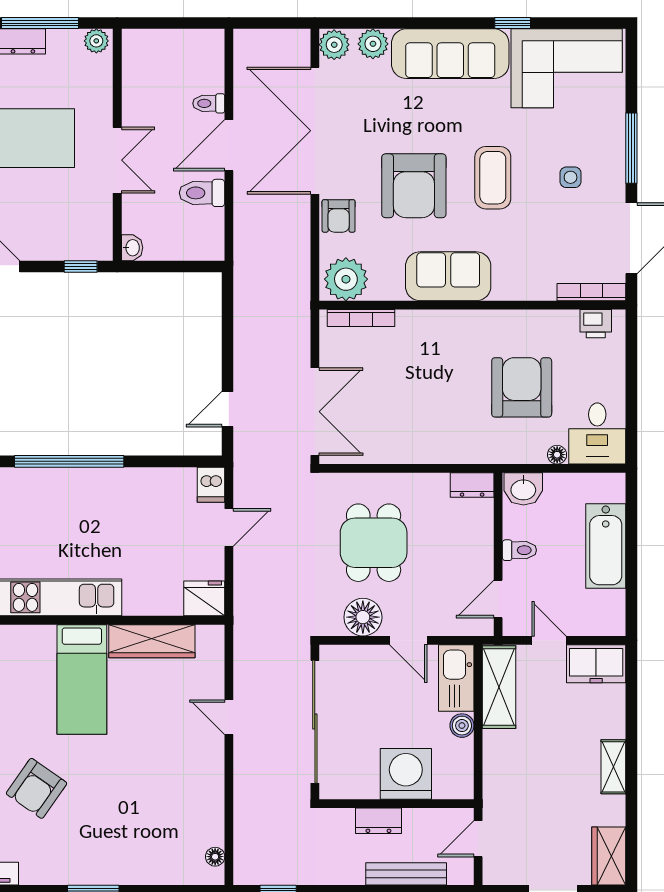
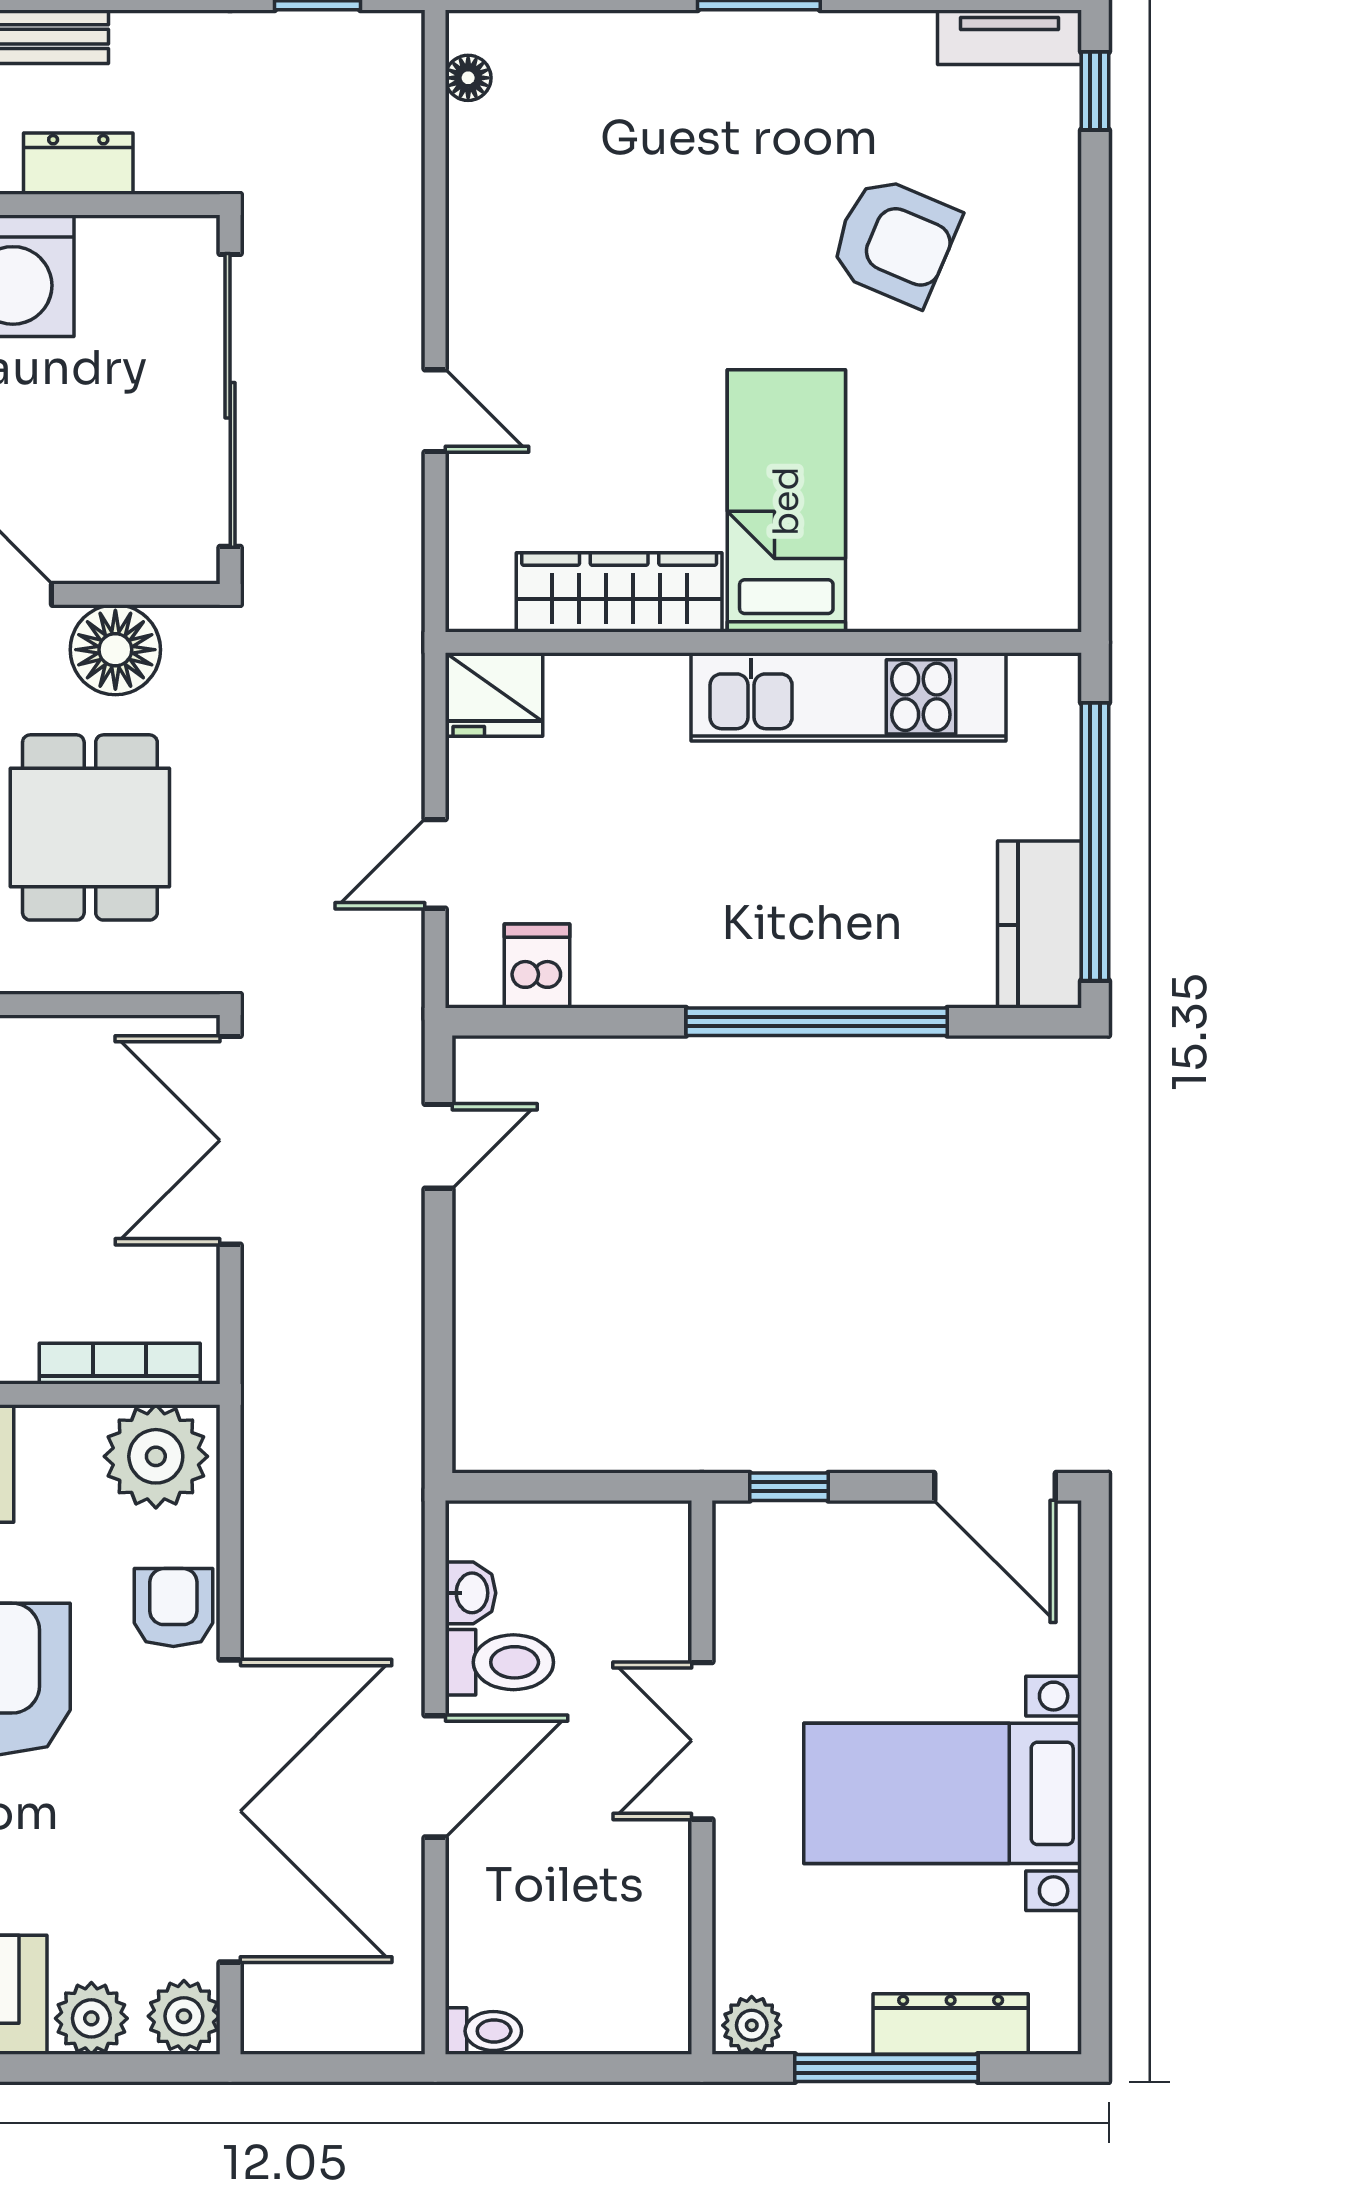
toilet: (209, 103) -> (483, 2031), moved
washbasin: (132, 248) -> (471, 1593), moved, turned 180
dishwasher: (211, 485) -> (537, 966), moved
armchair: (37, 788) -> (895, 241), turned 78

